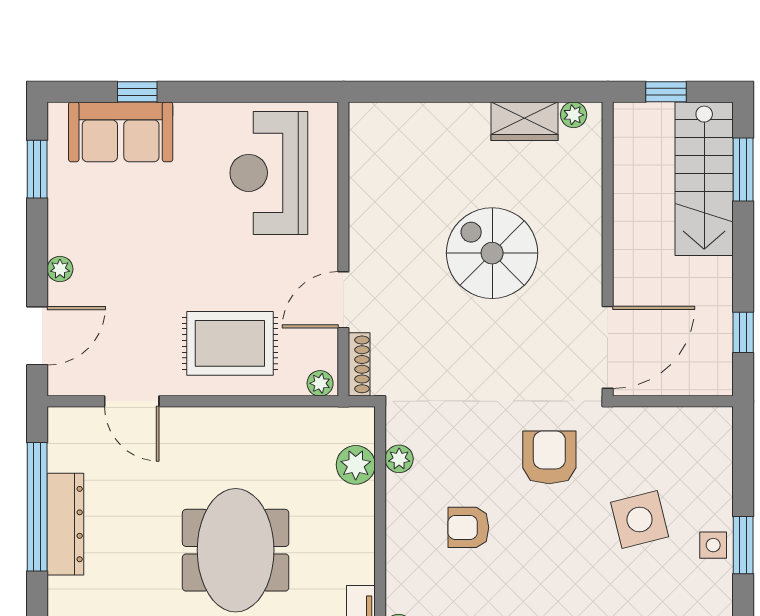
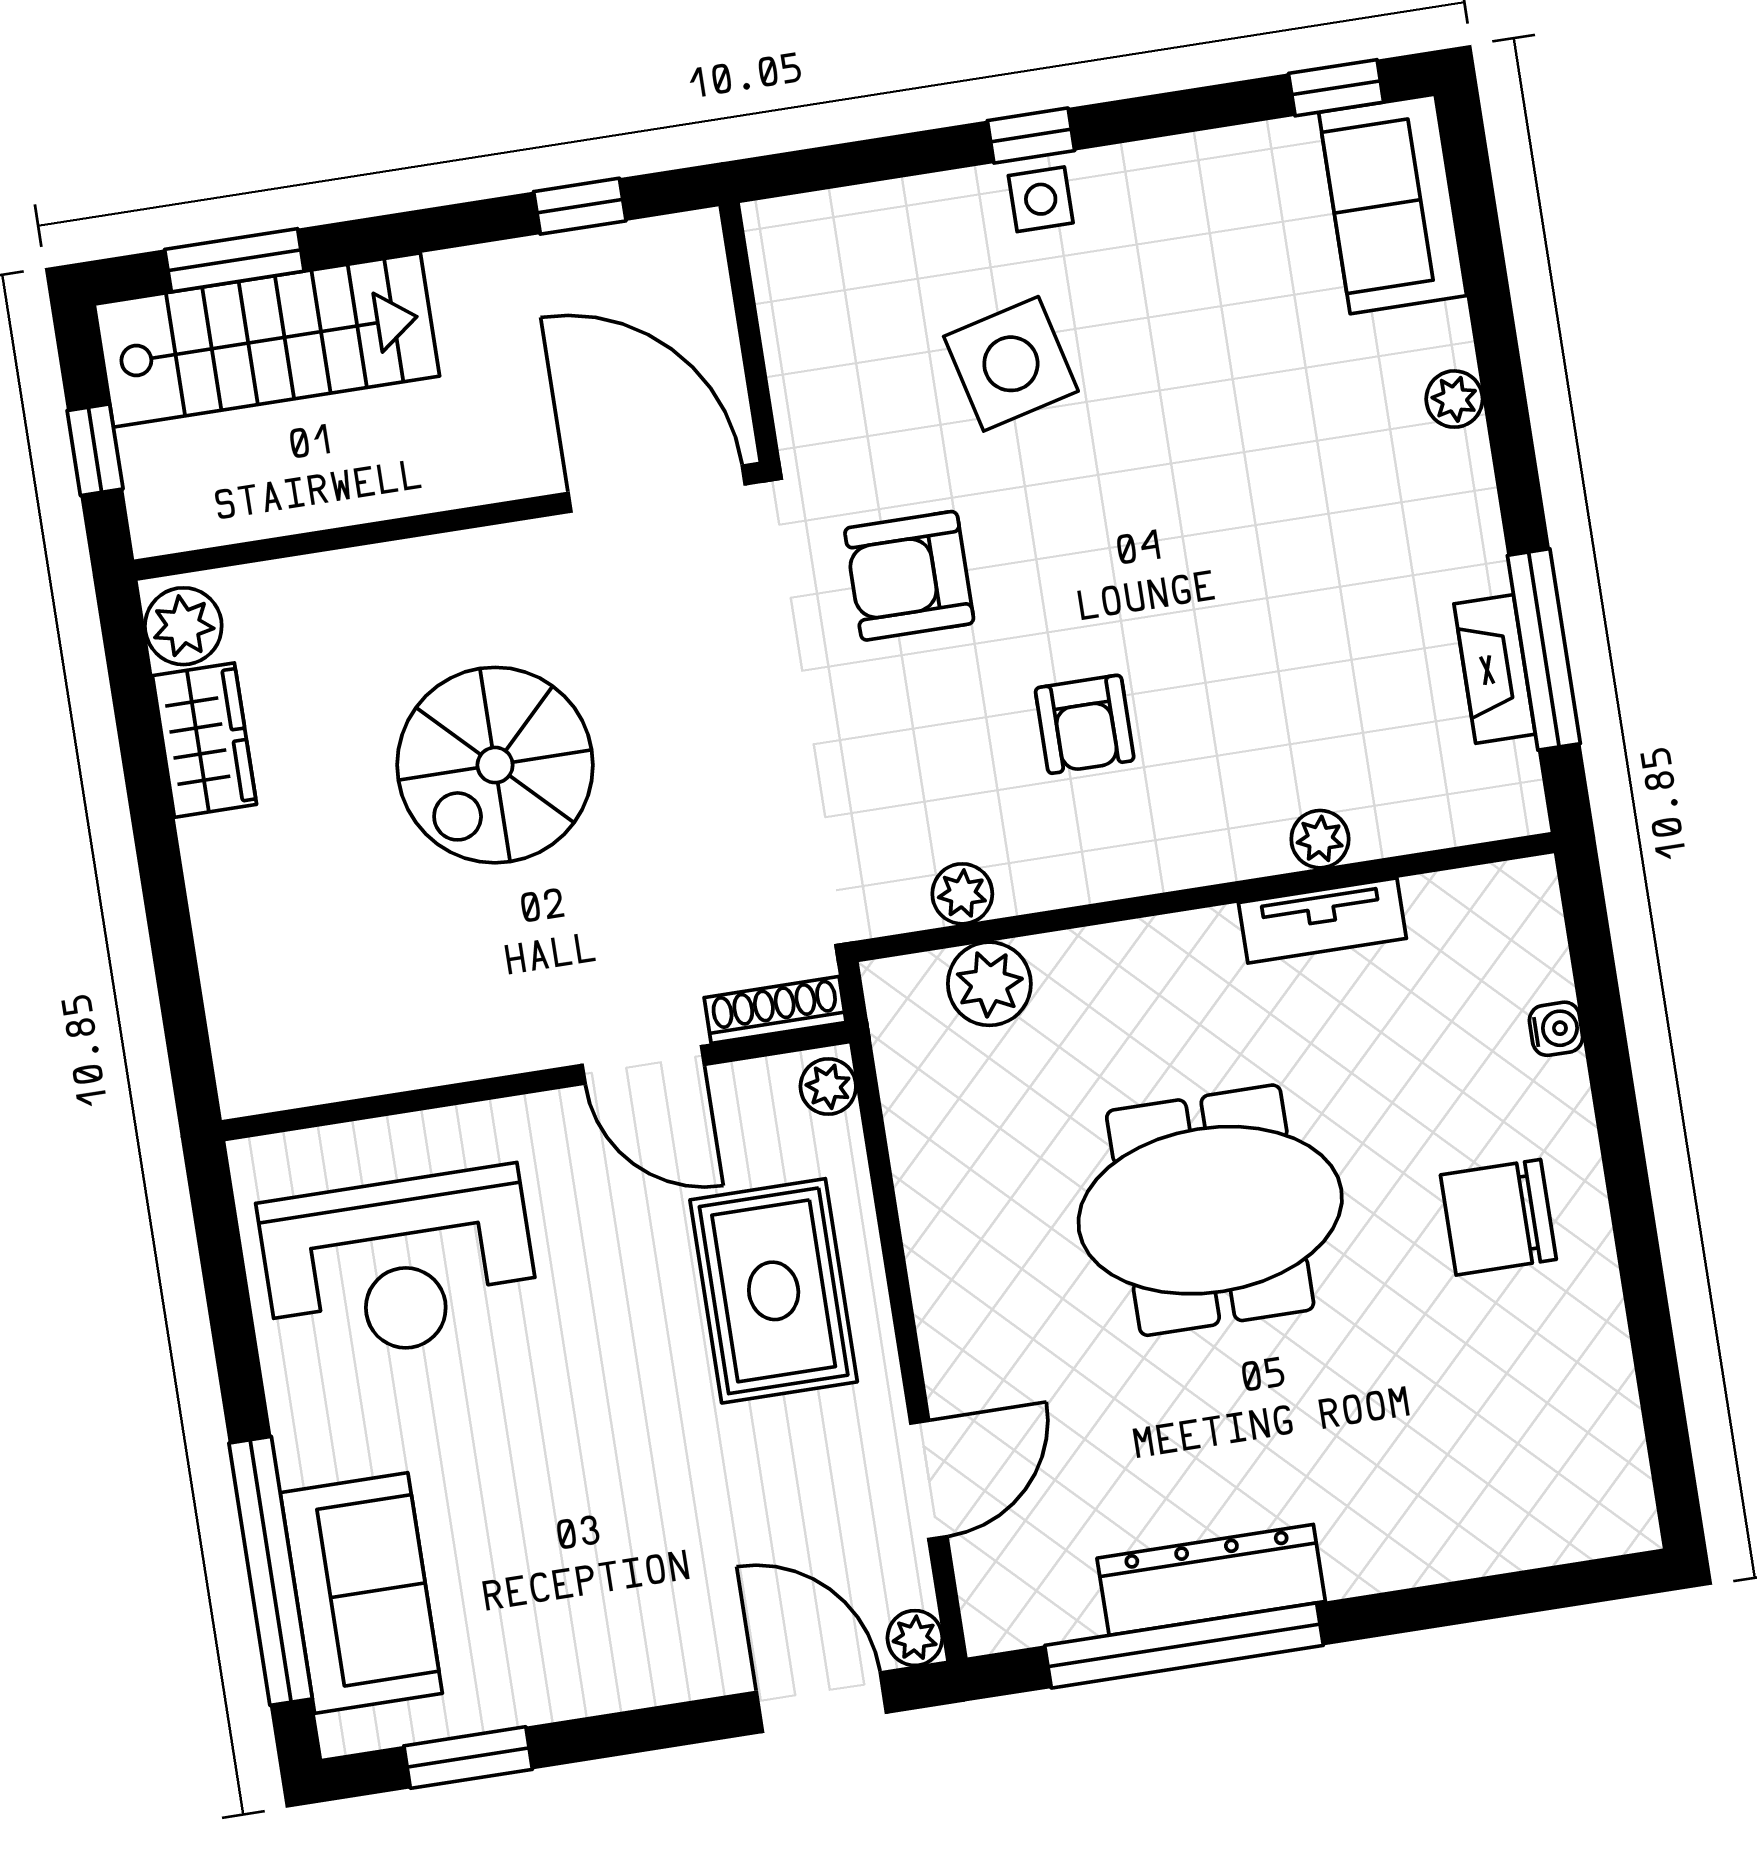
window: (137, 92) -> (271, 1571), width x3.17
plant: (574, 115) -> (183, 626), width x1.38, depth x1.38
plant: (60, 269) -> (915, 1638), moved
window: (743, 545) -> (1031, 136), width x0.67

